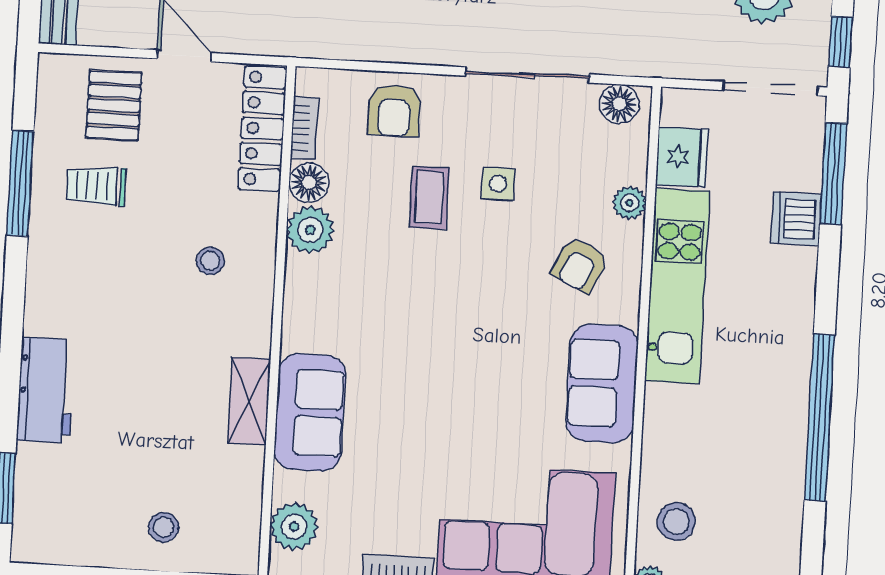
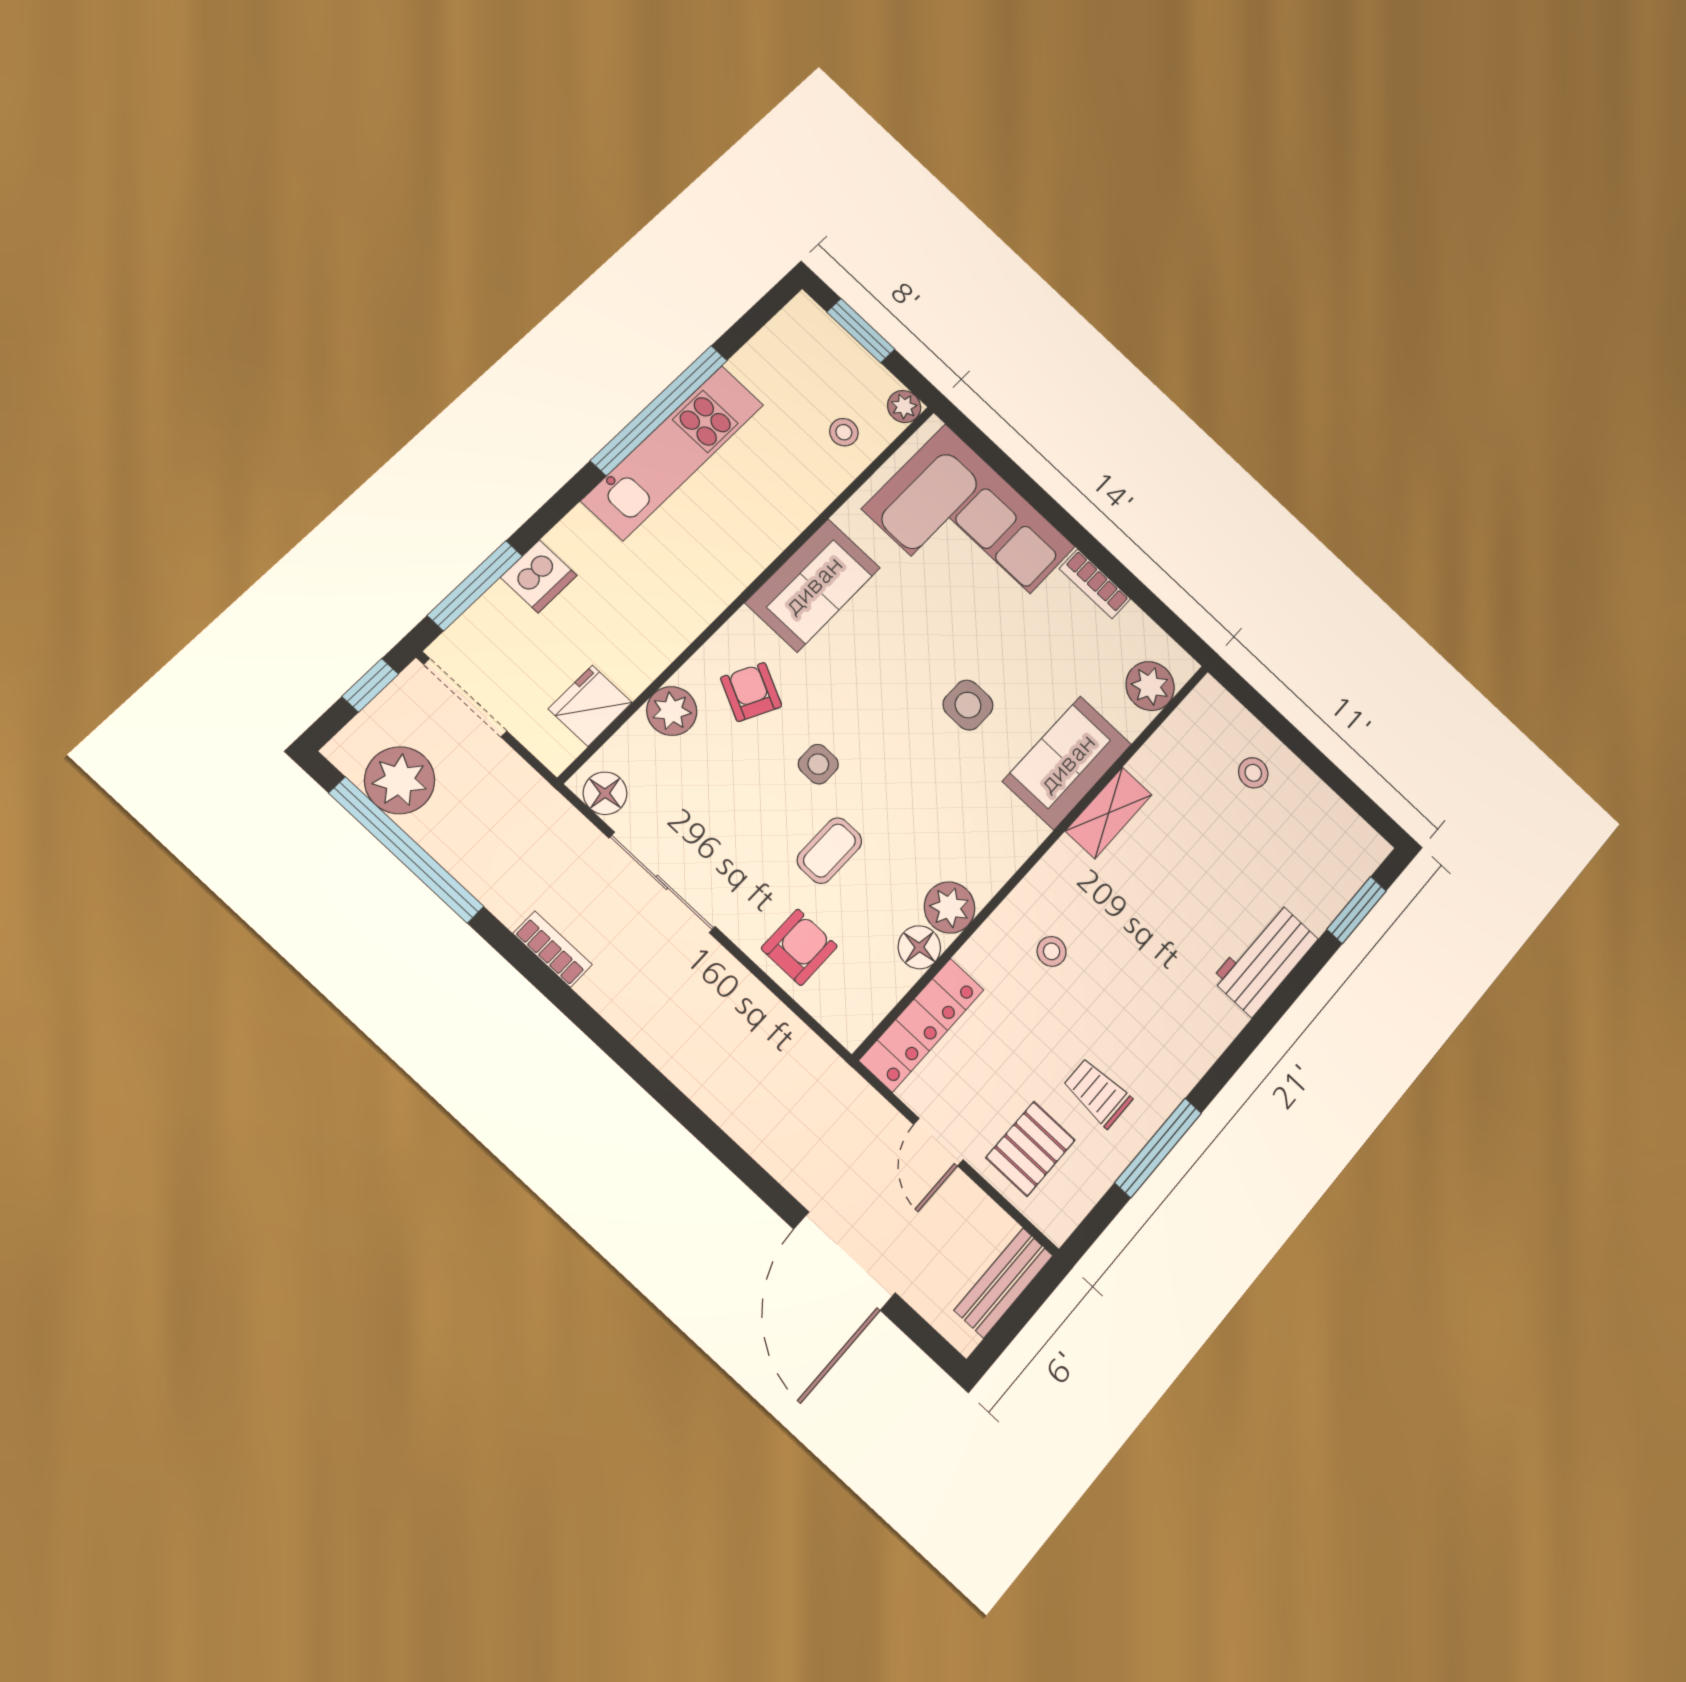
bookcase: (304, 128) -> (886, 996), removed
side table: (498, 184) -> (818, 764), moved
trolley: (96, 186) -> (1098, 1093), turned 180
plant: (629, 203) -> (672, 711), width x1.38, depth x1.38
armchair: (580, 265) -> (751, 692), turned -90
kitchen unit: (677, 286) -> (673, 452), moved, turned 180
side table: (417, 392) -> (968, 705), added
stool: (676, 522) -> (844, 432), width x0.73, depth x0.73

